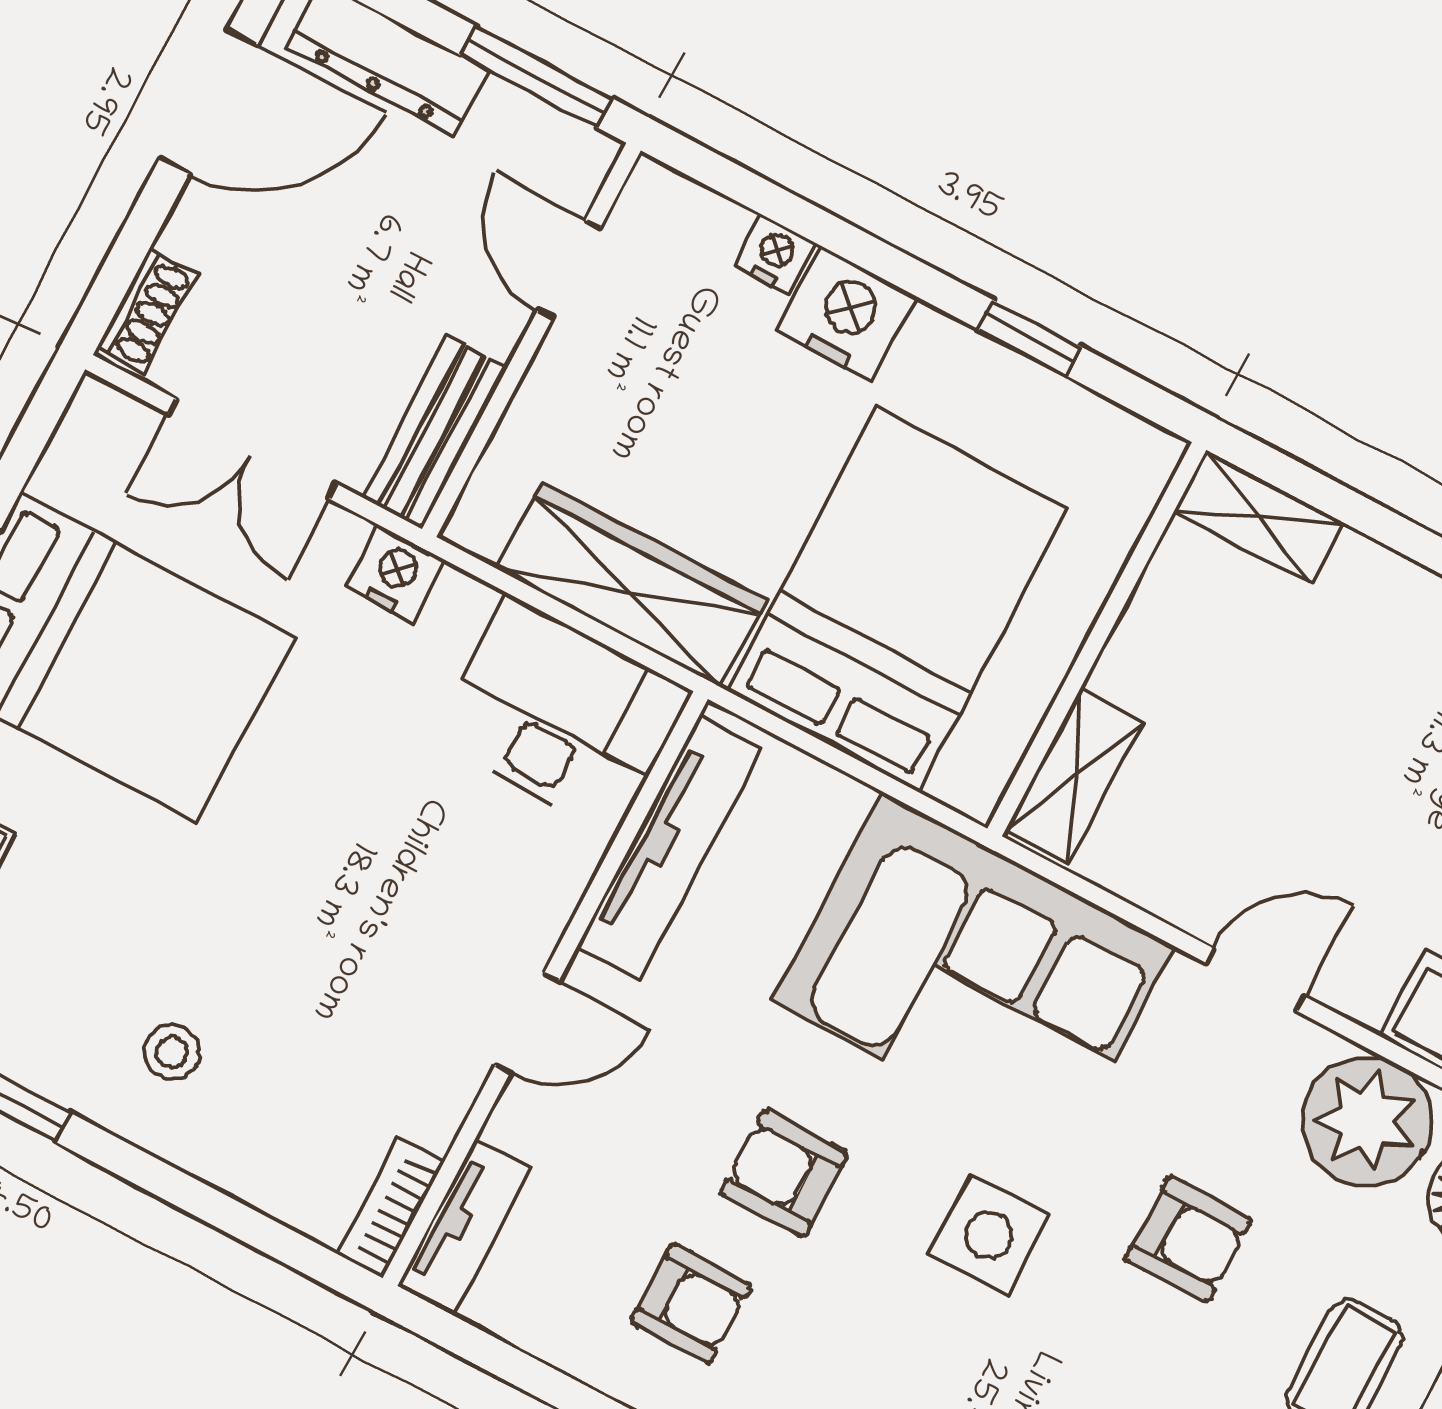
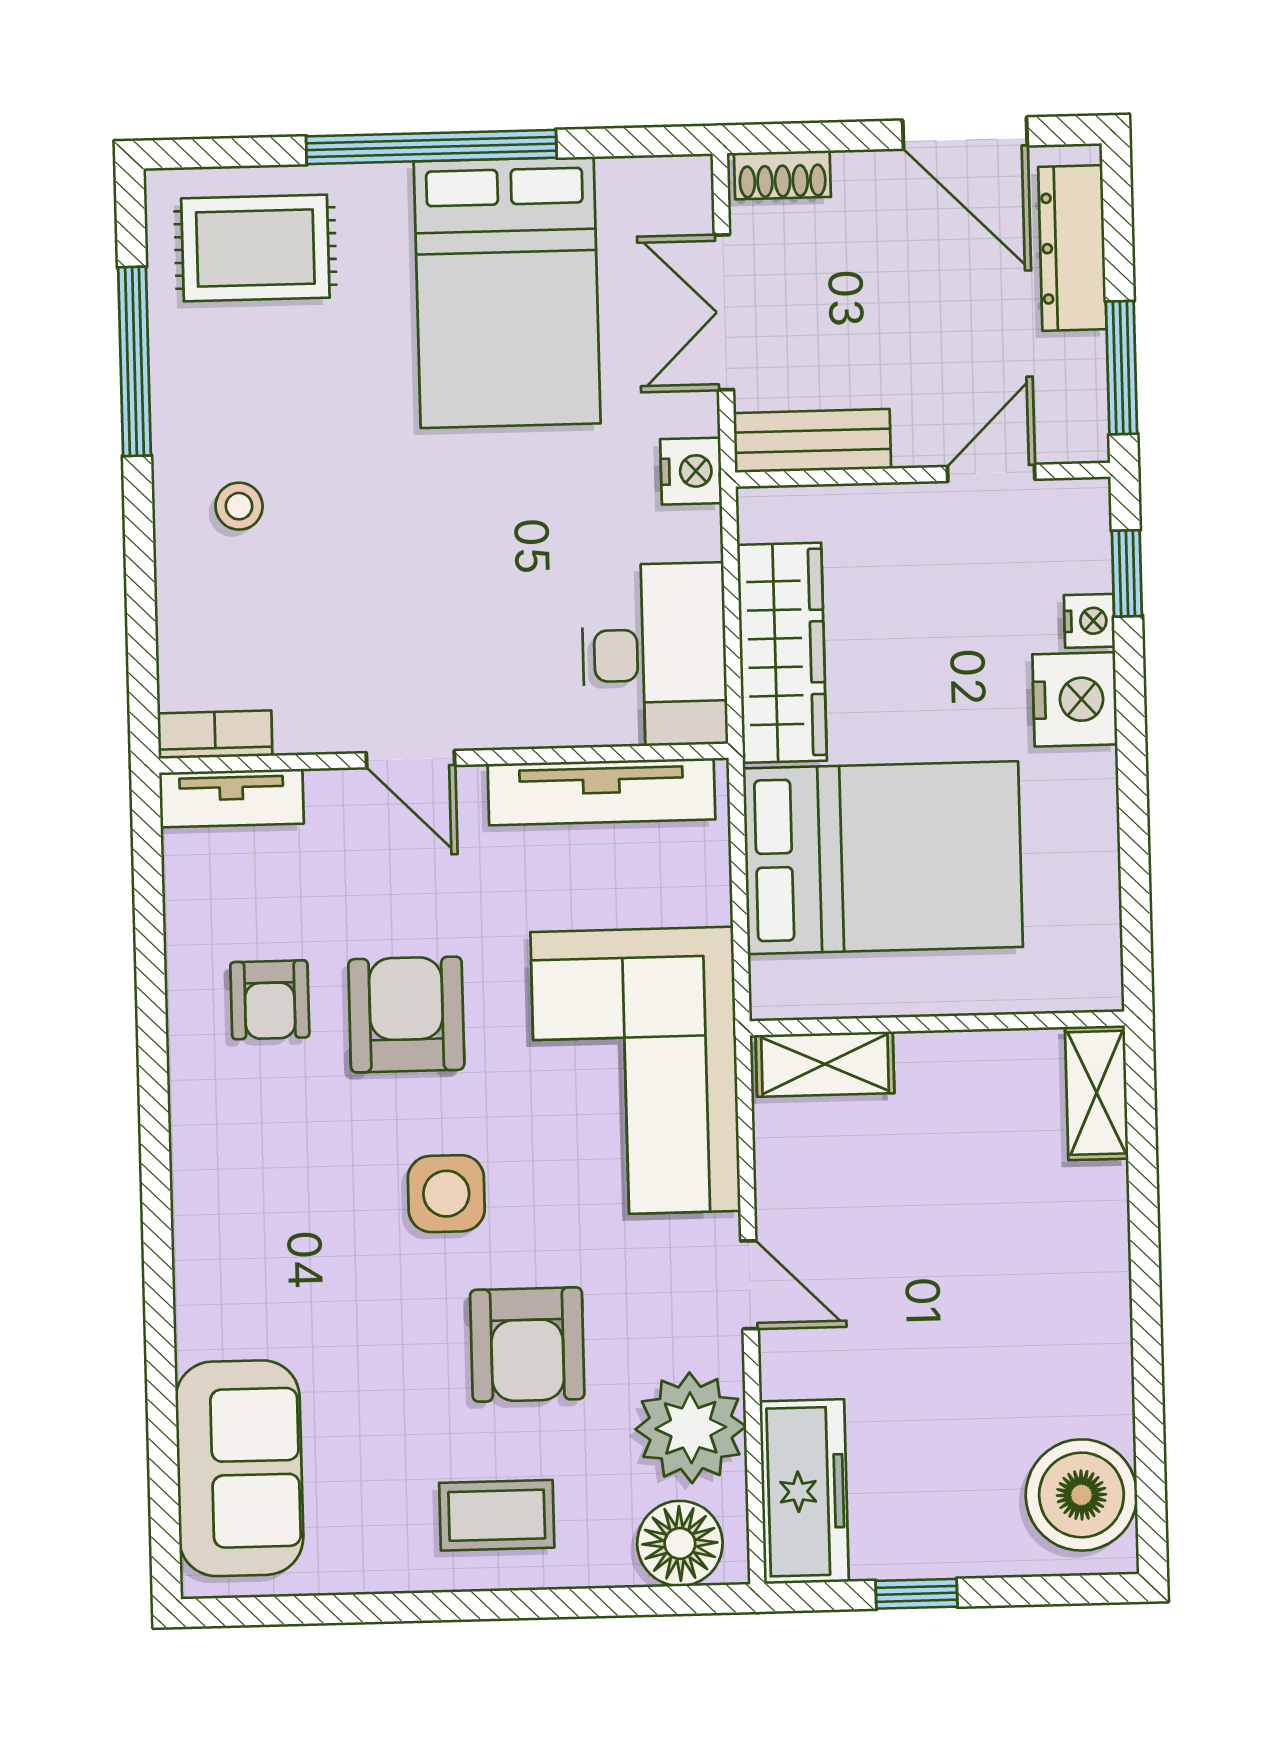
window: (1030, 338) -> (1127, 573), moved
armchair: (784, 1173) -> (406, 1015), width x1.38, depth x1.38
armchair: (1189, 1239) -> (527, 1345), width x1.38, depth x1.38

